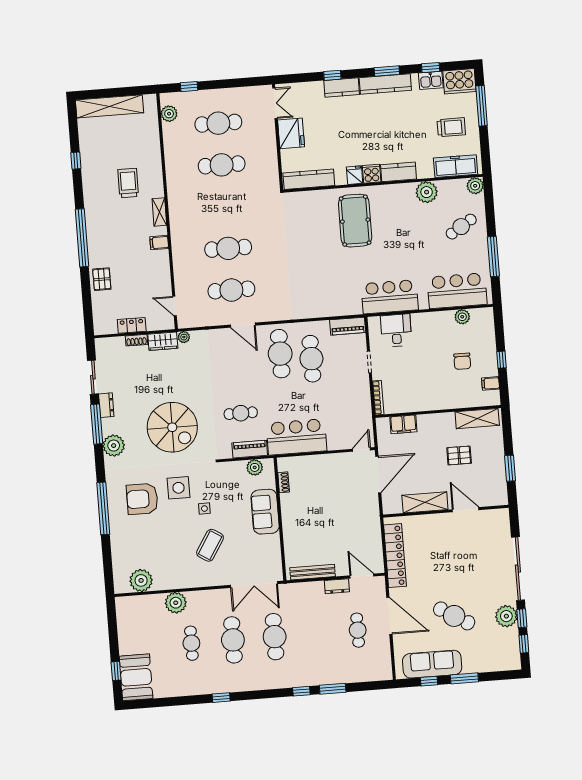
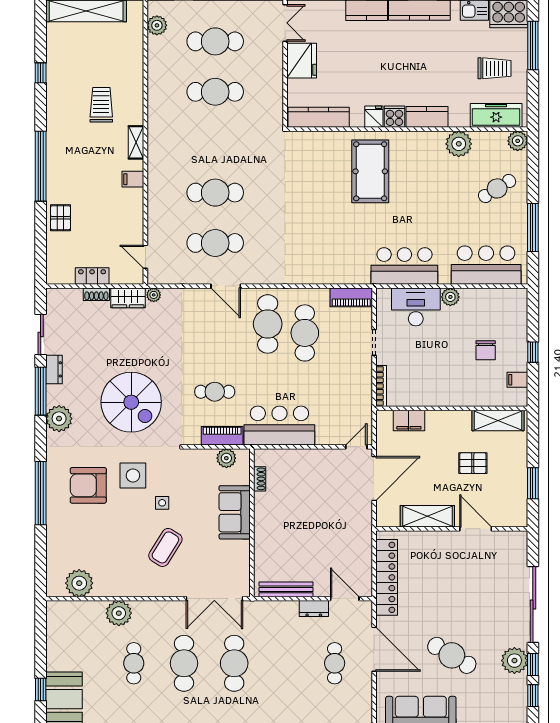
plant: (462, 317) -> (450, 297), moved
desk: (396, 330) -> (416, 307), width x1.37

